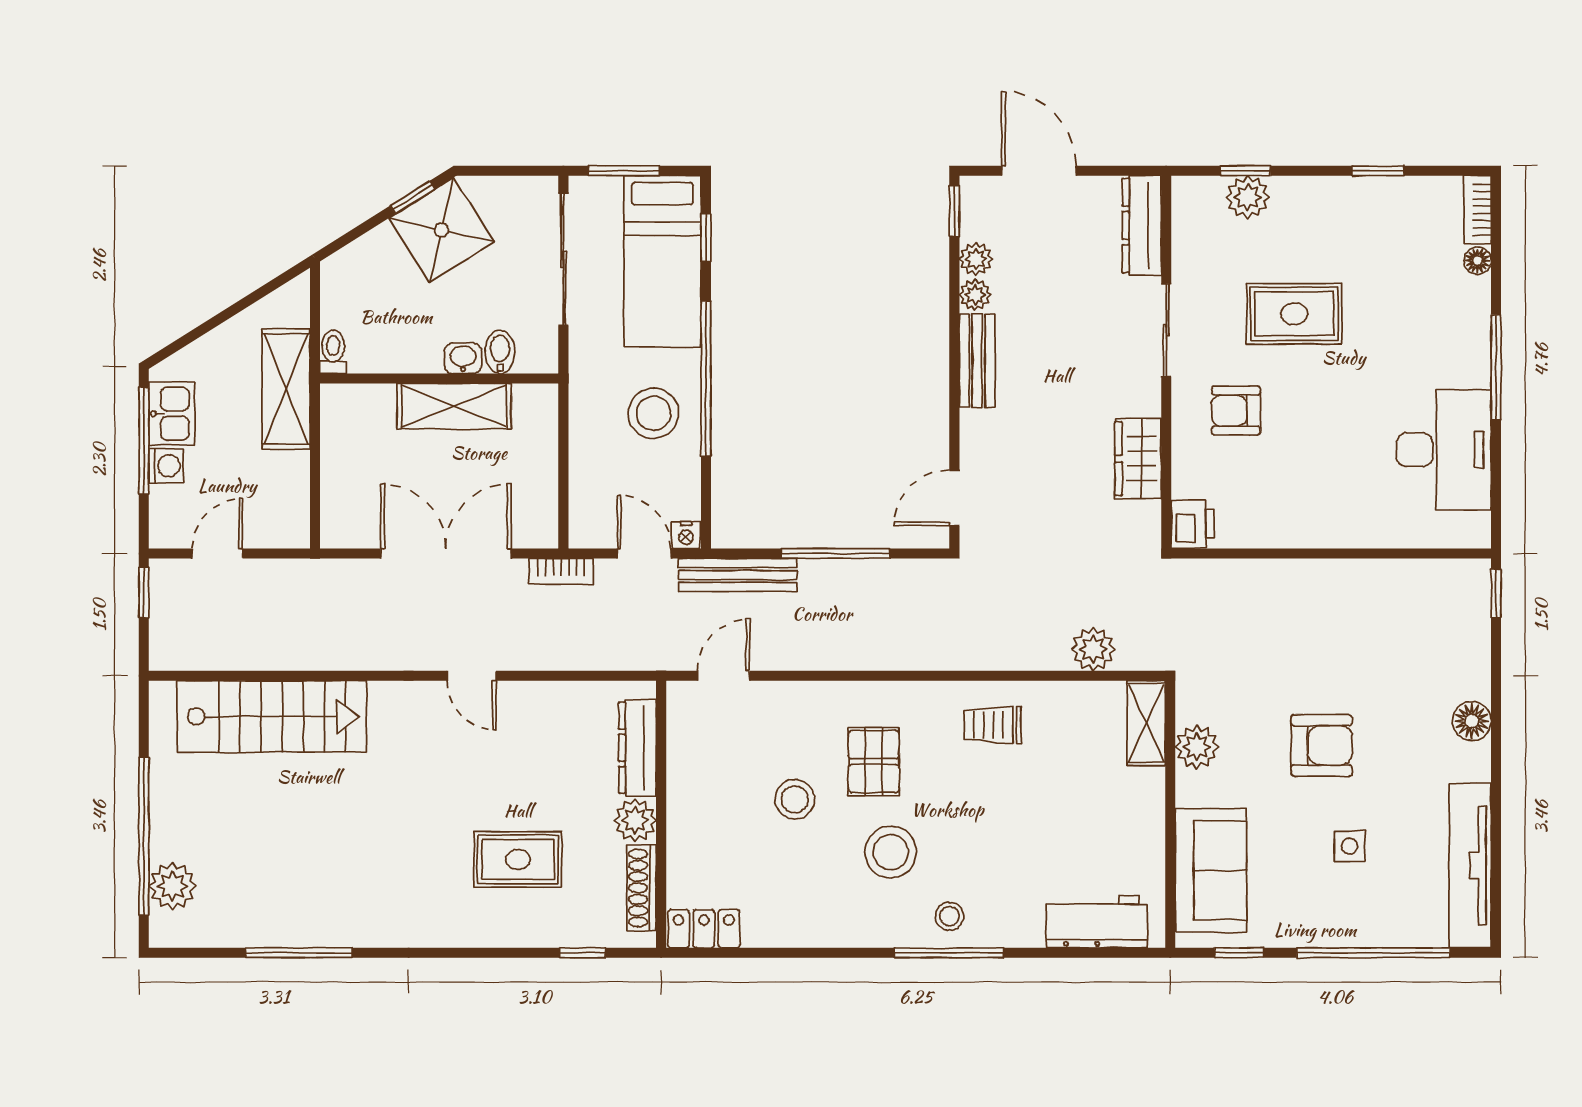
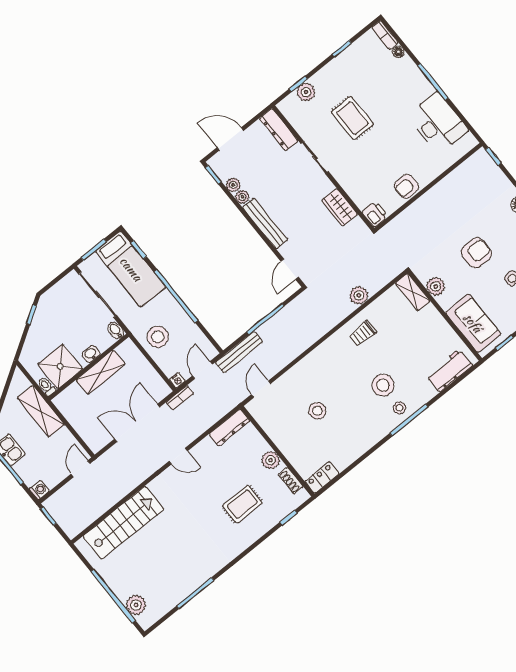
shower: (441, 230) -> (60, 366), moved, turned 32
rug: (1294, 314) -> (352, 118), turned 90
bidet: (500, 352) -> (116, 330), moved
bench: (977, 361) -> (265, 223), width x1.36
armchair: (1236, 411) -> (406, 186), moved
stool: (654, 413) -> (158, 337), moved
washing machine: (166, 466) -> (39, 490), moved
nightstand: (686, 535) -> (177, 380), moved
door: (217, 554) -> (81, 469), moved
door: (644, 554) -> (202, 370), hinge flipped
plant: (1093, 649) -> (359, 295), moved
dresser: (637, 748) -> (229, 428), moved, turned -90
pallet: (874, 762) -> (333, 377), removed
stool: (891, 852) -> (383, 385), moved
shoe rack: (642, 888) -> (291, 481), width x0.70

